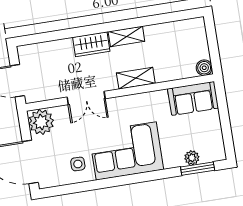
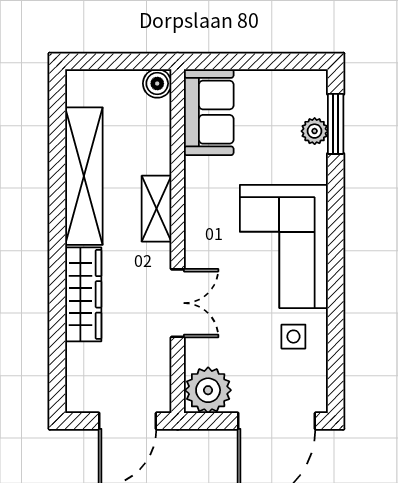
shelving: (126, 36) -> (84, 176), width x2.20, depth x1.33
wardrobe: (91, 44) -> (83, 294), width x1.50

